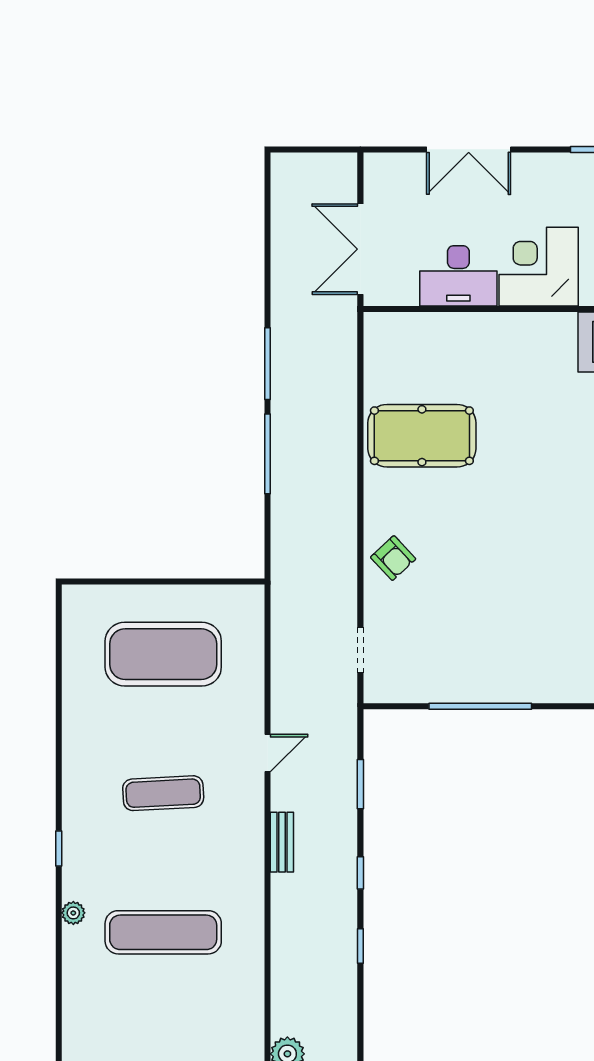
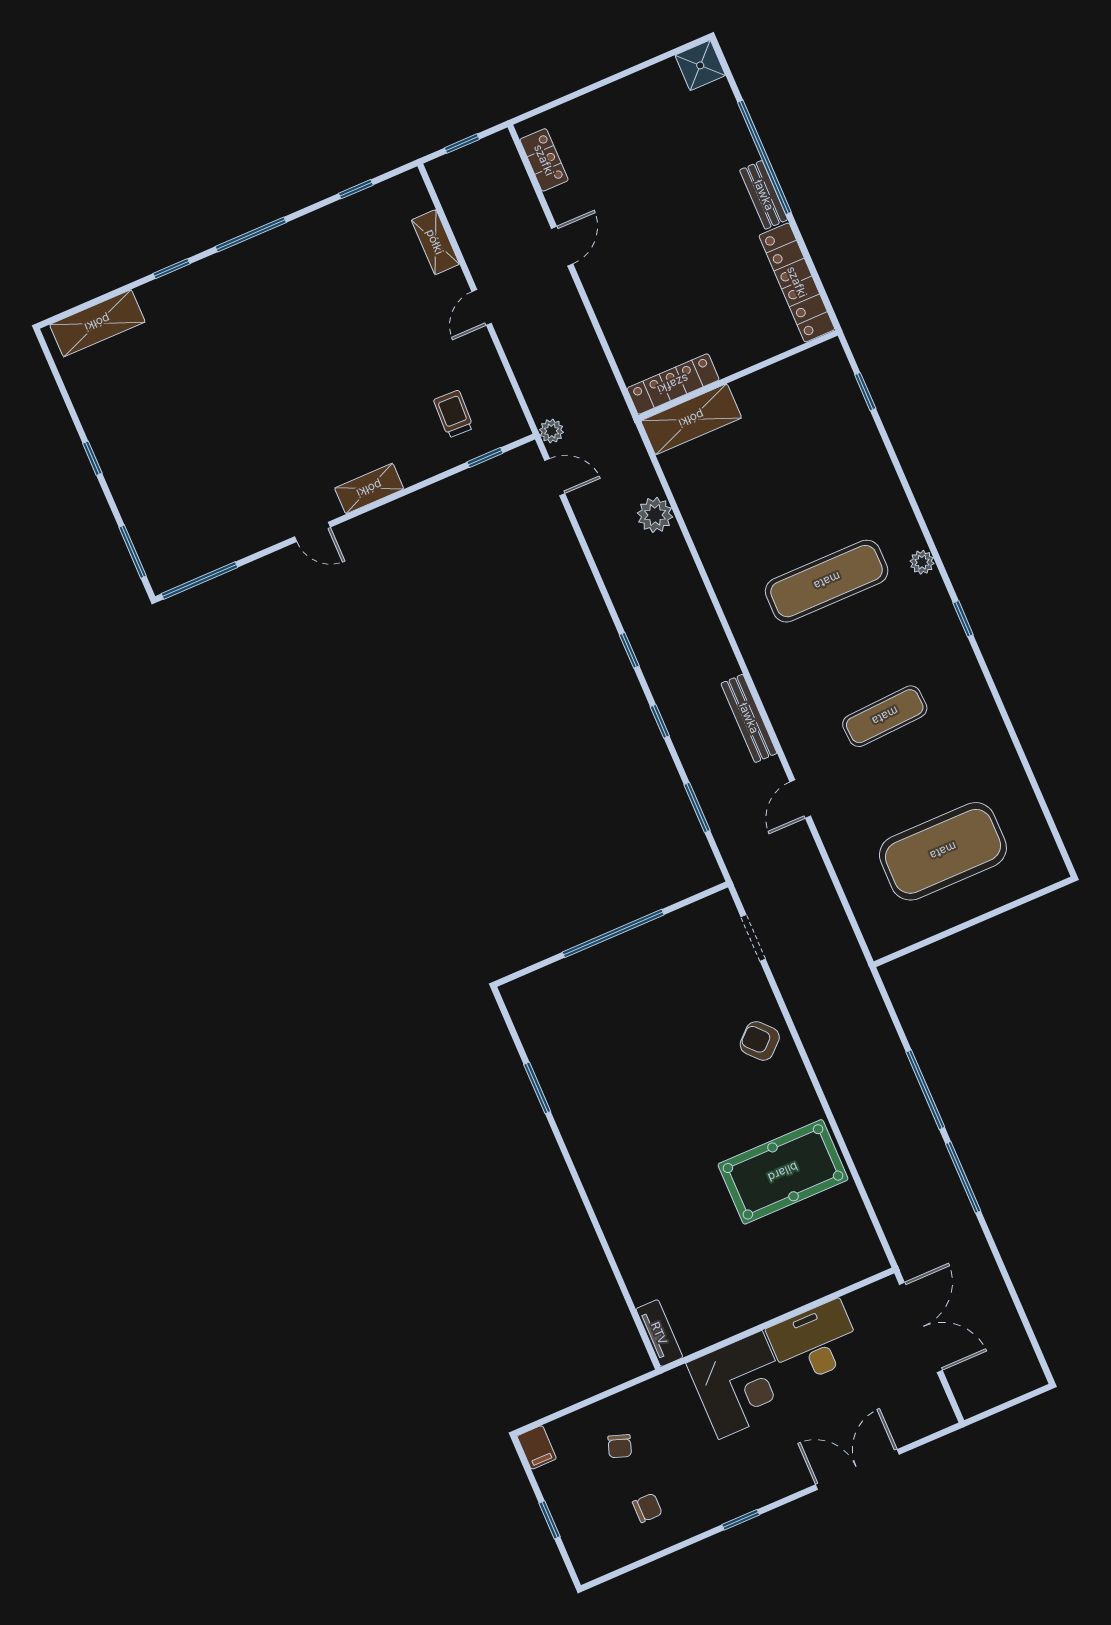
bench: (282, 842) -> (749, 718), width x1.36

